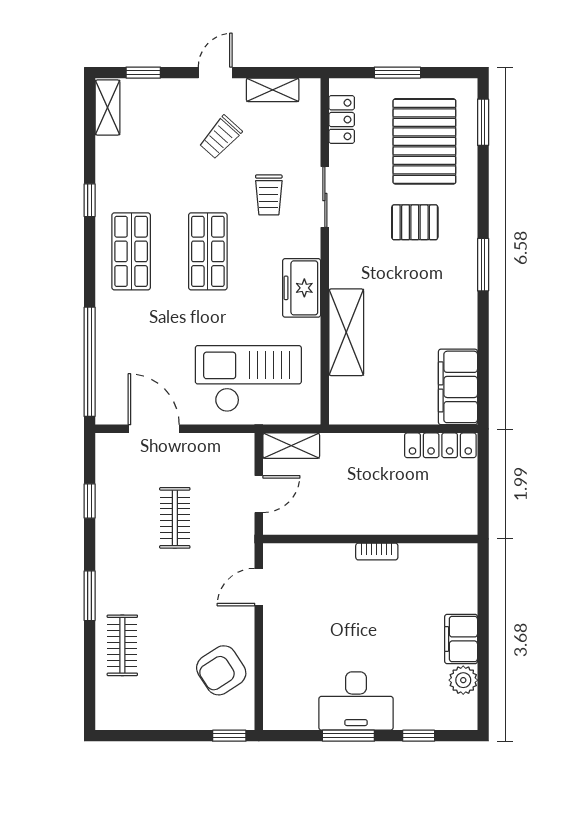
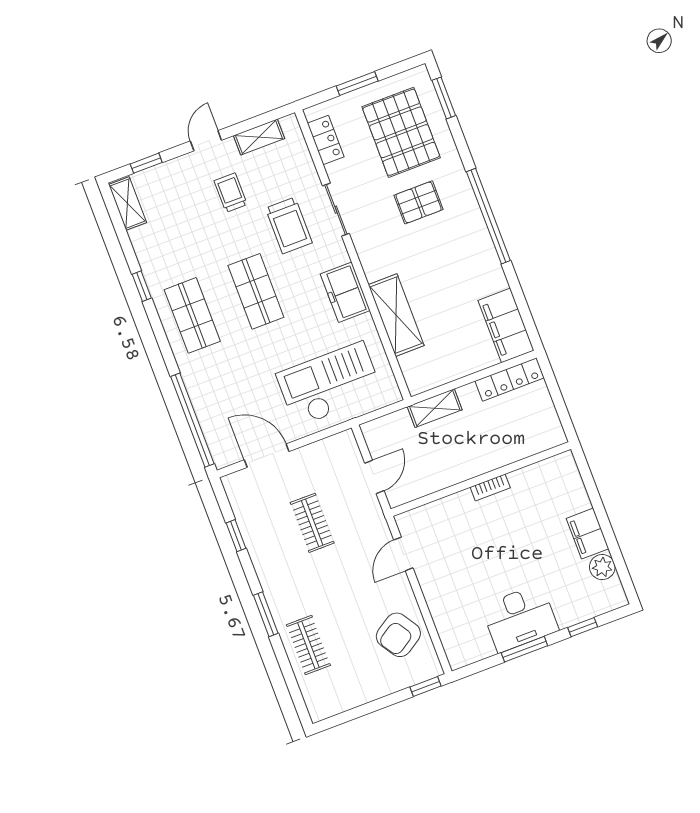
trolley: (220, 137) -> (231, 193), turned 138
trolley: (269, 195) -> (289, 225), width x1.36, depth x1.39
window: (483, 265) -> (488, 216), width x2.11
shelving: (291, 446) -> (435, 408), moved

